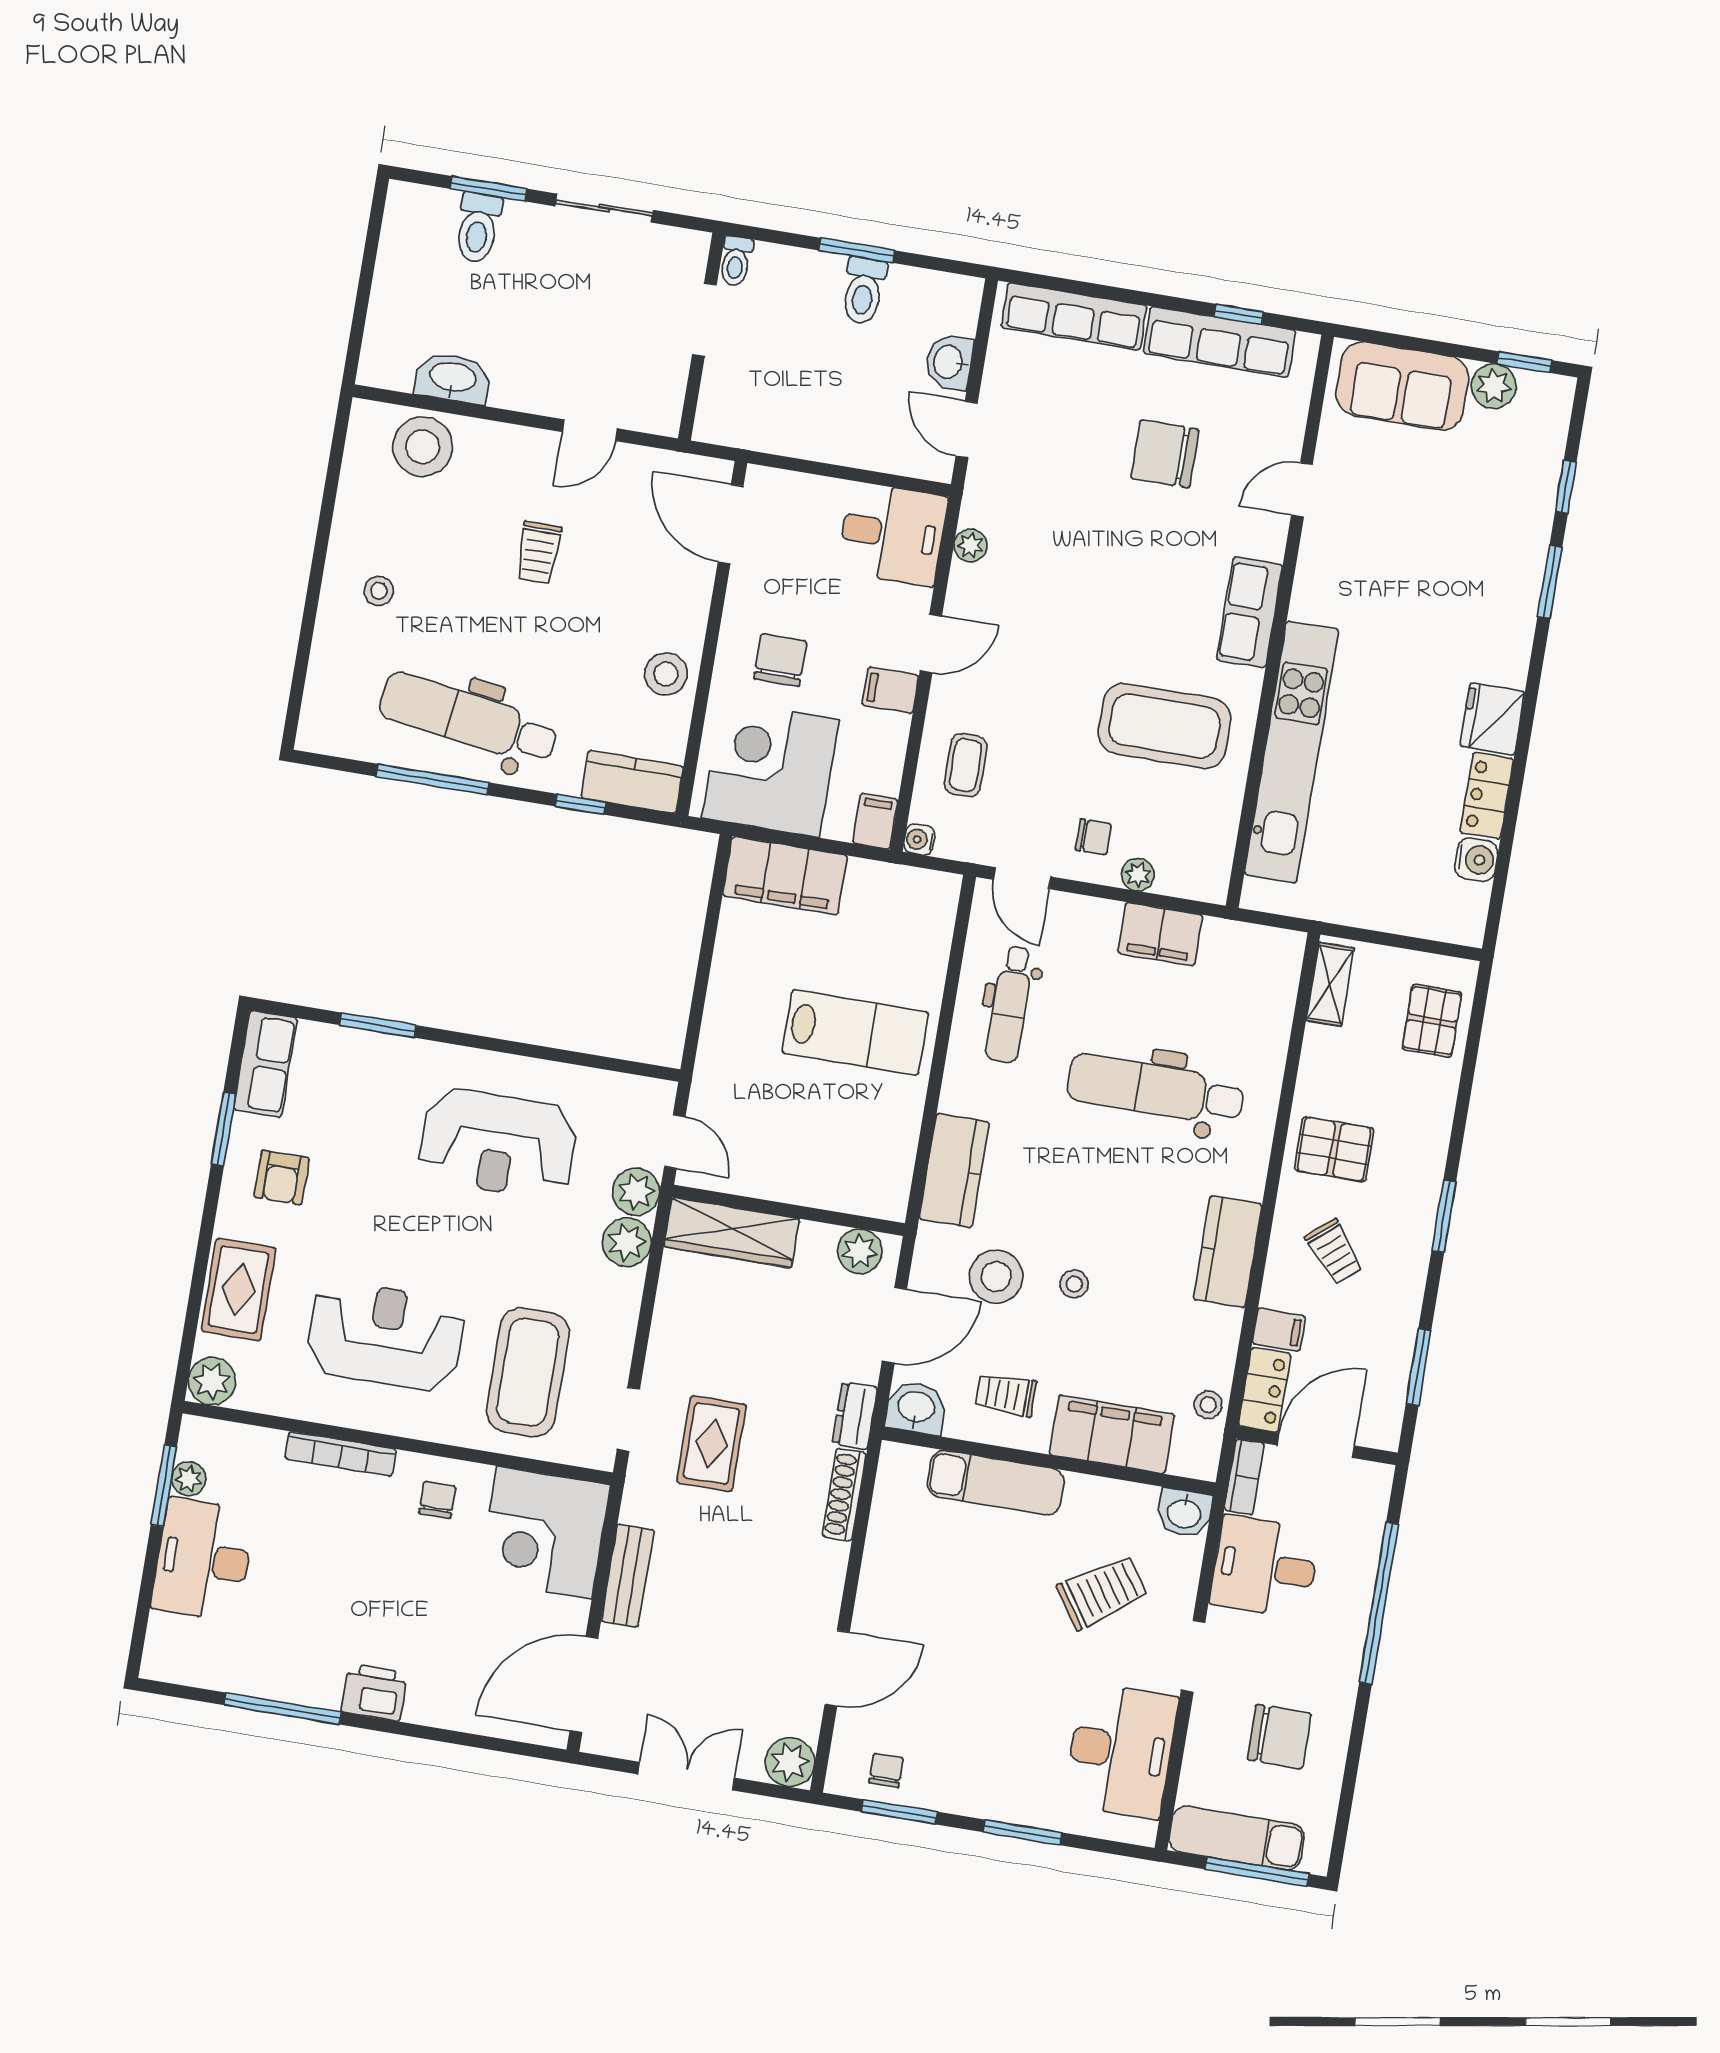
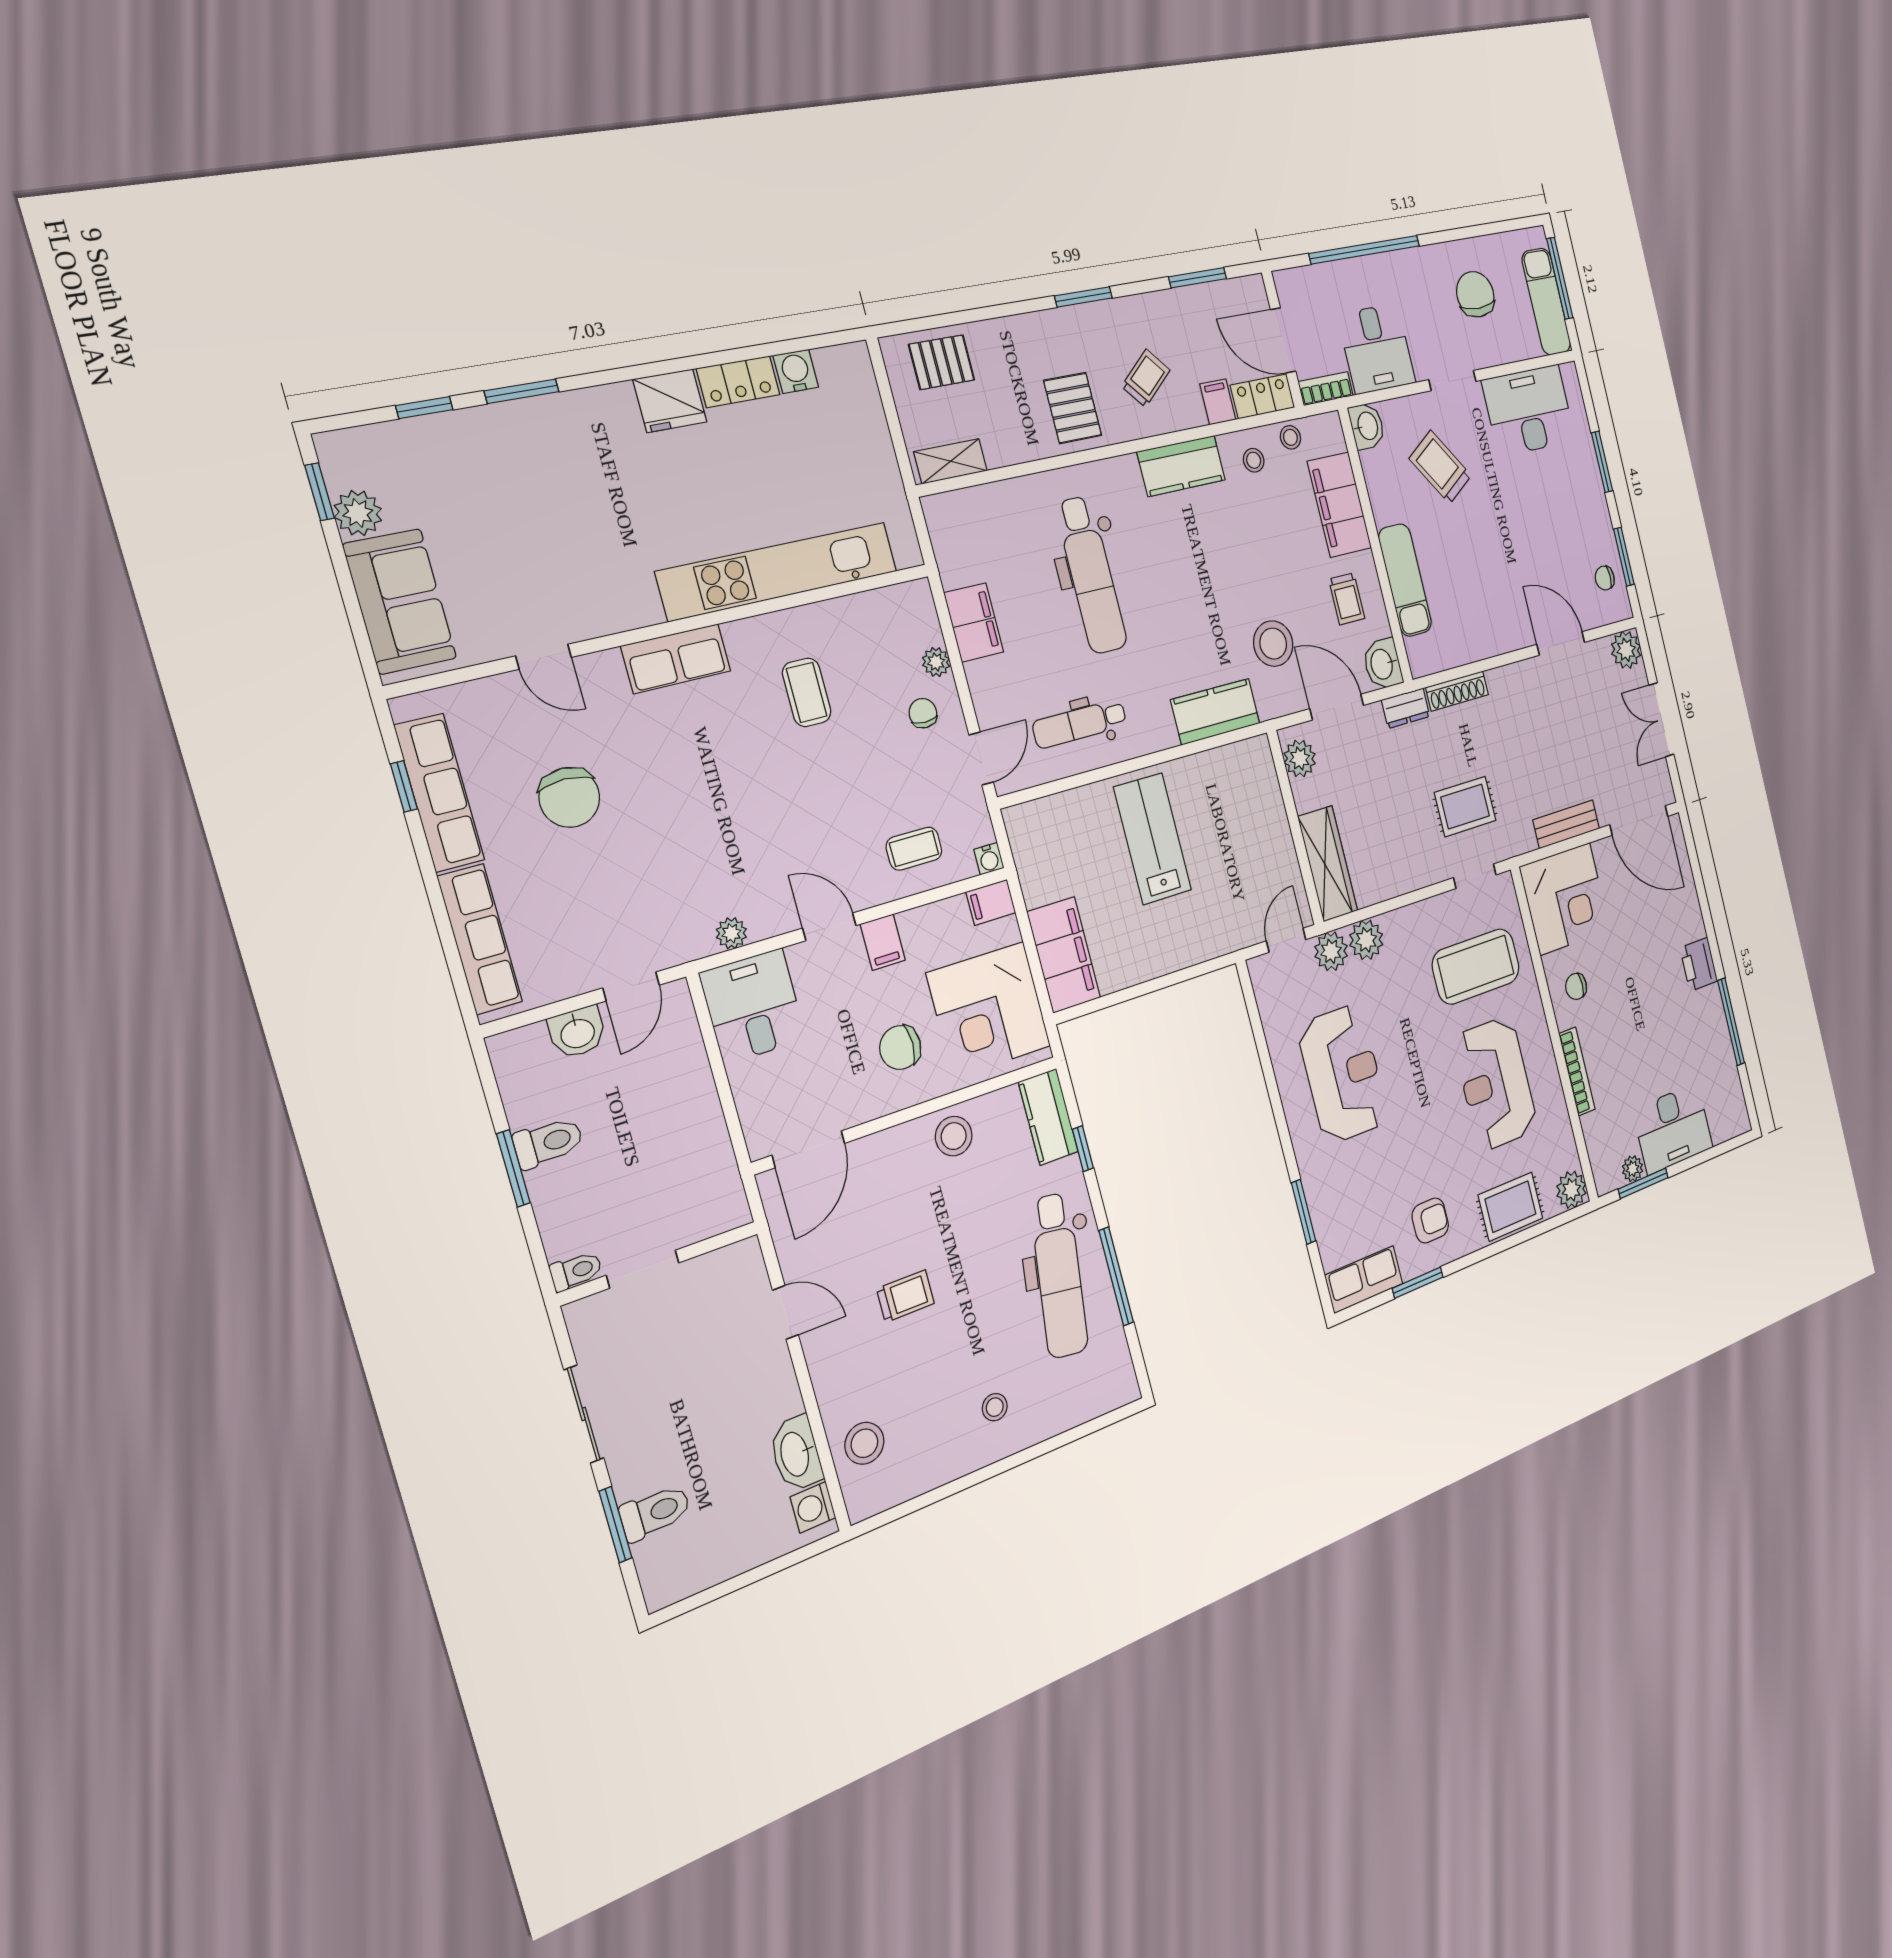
washing machine: (393, 370) -> (813, 1507), added
stool: (423, 447) -> (864, 1443), width x0.73, depth x0.73
coffee table: (1164, 726) -> (807, 692), width x0.54, depth x0.58
dental chair: (1010, 1004) -> (1080, 724), turned 180
stool: (1074, 1284) -> (1254, 460), moved

